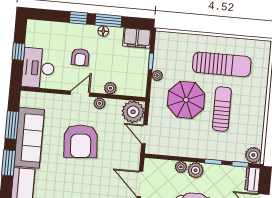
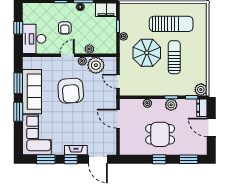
plant: (133, 112) -> (96, 65), moved
plant: (196, 170) -> (171, 105), moved

